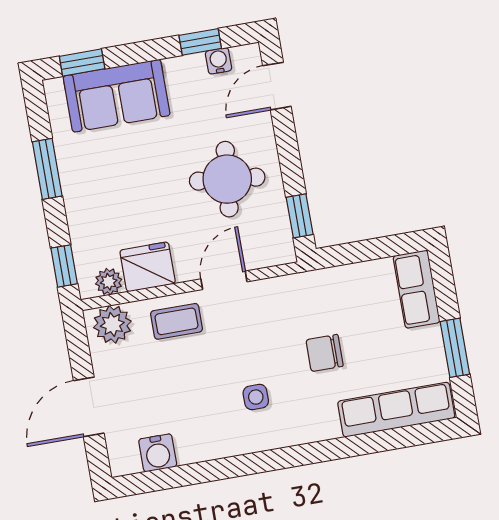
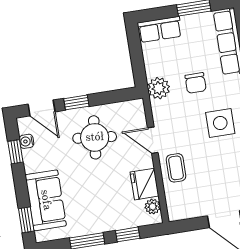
window: (300, 216) -> (76, 102), moved
window: (64, 266) -> (128, 234), moved
plant: (112, 324) -> (159, 88), moved
side table: (256, 397) -> (220, 123), width x1.87, depth x1.87

